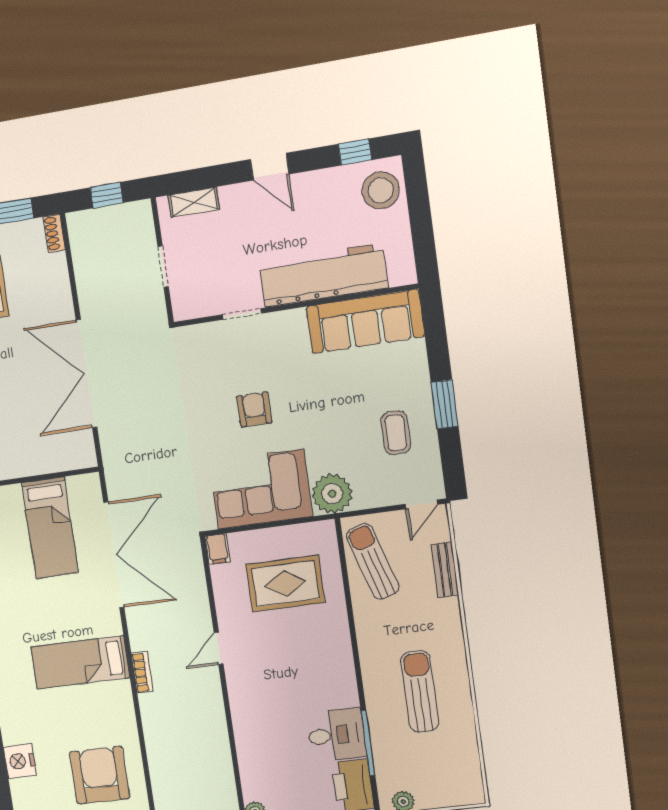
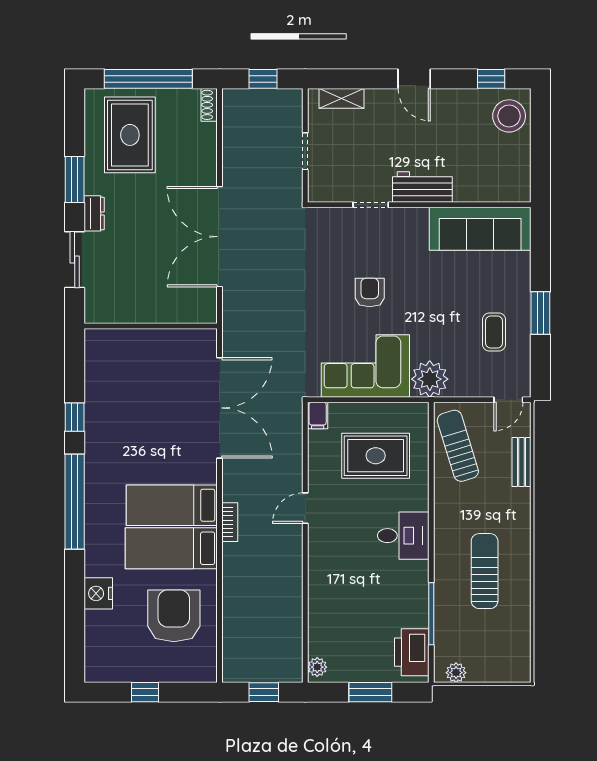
workbench: (323, 275) -> (422, 187), width x0.53, depth x0.76
bed: (50, 528) -> (171, 548), moved, turned 90
desk: (336, 735) -> (403, 536), moved

